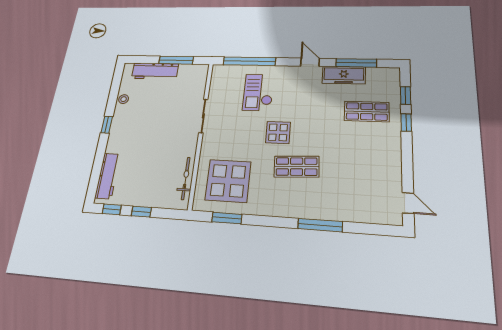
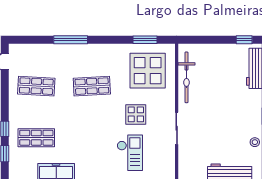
display table: (278, 132) -> (136, 114), moved
shop shelf: (366, 170) -> (36, 86), added
bicycle: (186, 178) -> (186, 77), width x1.37, depth x1.40
window: (141, 212) -> (218, 40), removed

